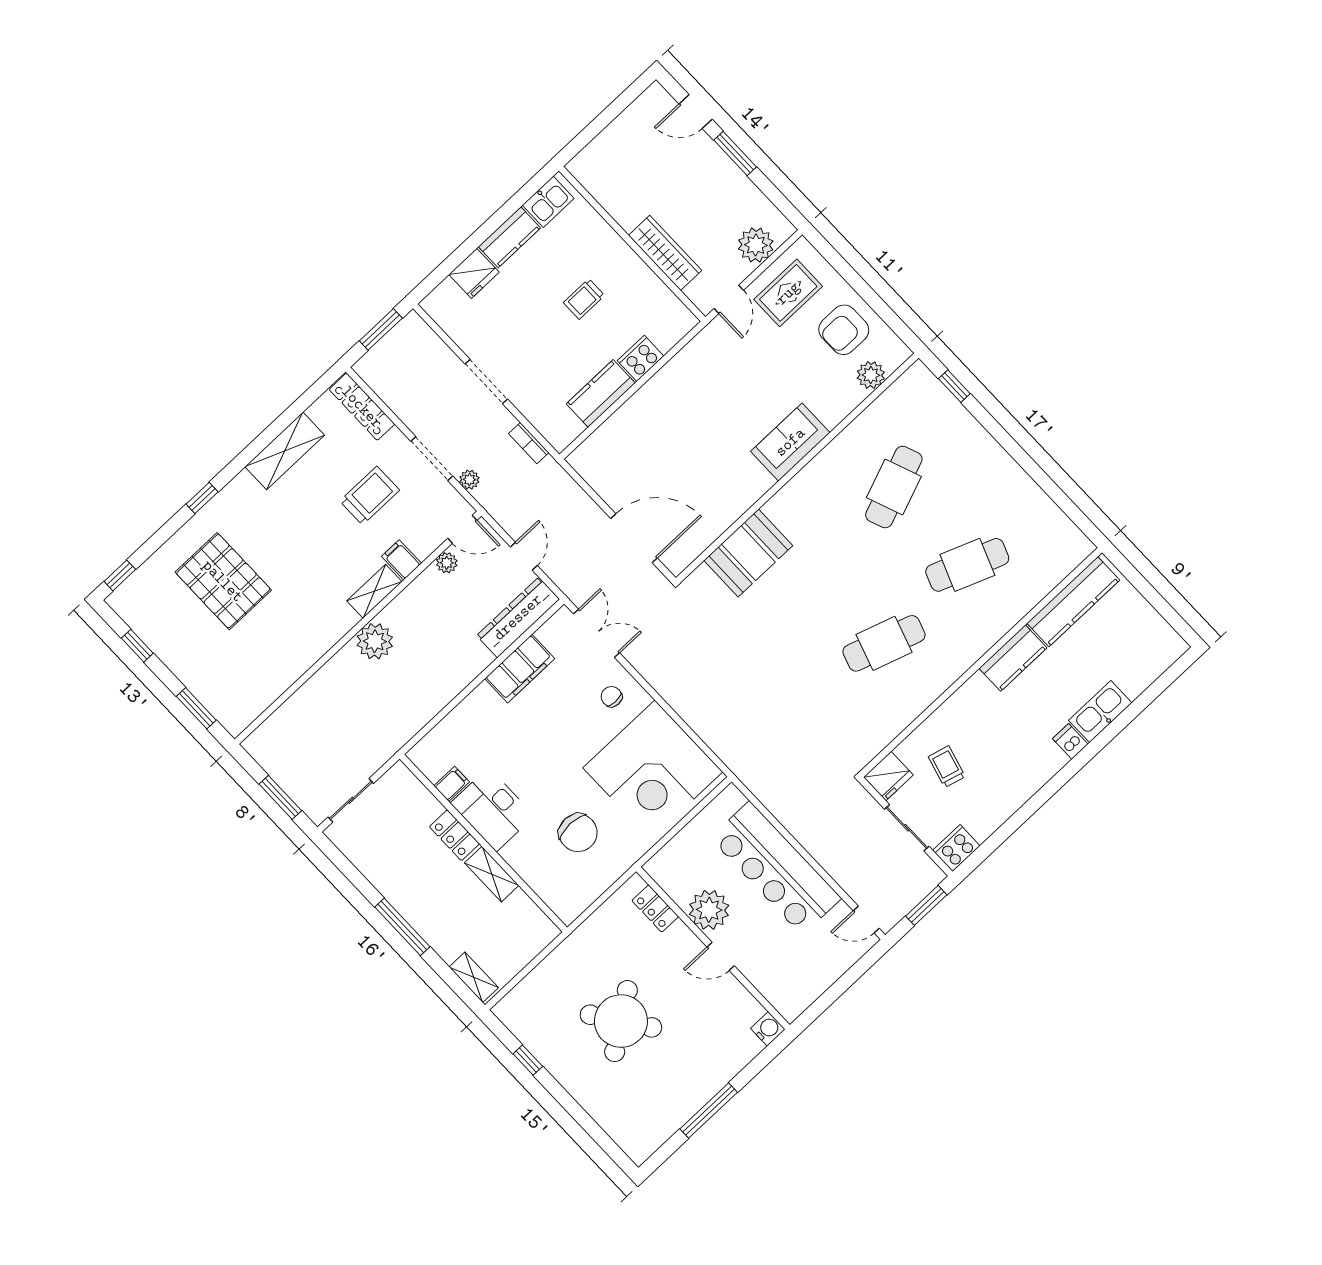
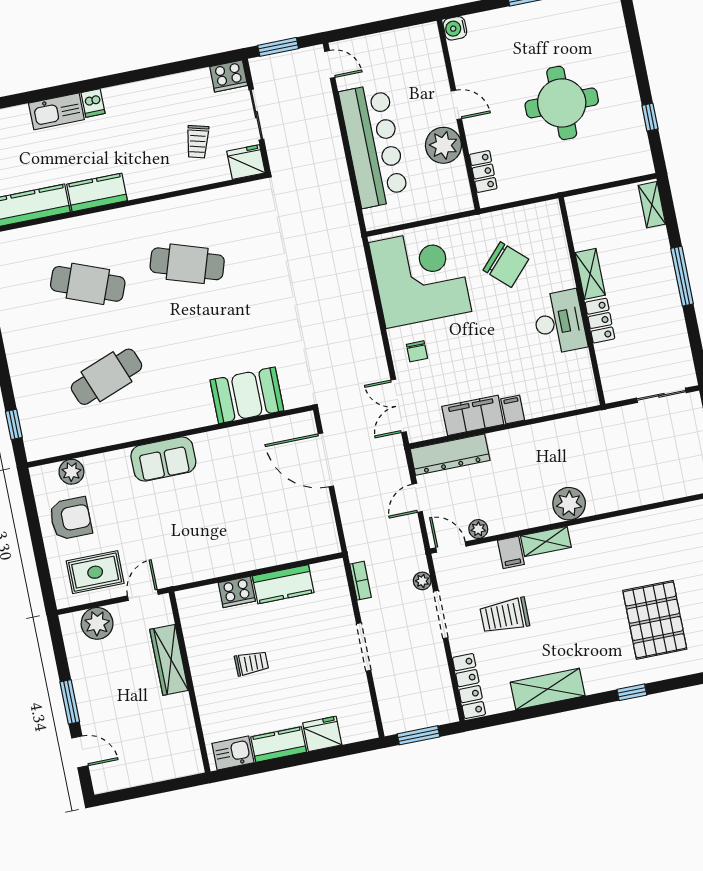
filing cabinet: (452, 784) -> (513, 409), moved, turned 90
chair: (578, 833) -> (506, 265), turned 133
round table: (621, 1021) -> (562, 103), turned 35

